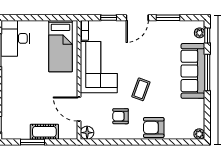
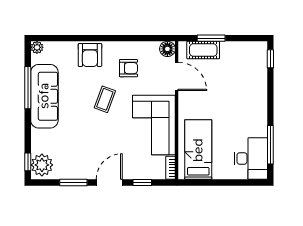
plant: (200, 33) -> (42, 165), width x1.87, depth x1.87
sofa: (193, 71) -> (44, 96), moved
window: (207, 72) -> (28, 88), moved
armchair: (154, 128) -> (90, 55), turned 90
cot: (44, 132) -> (203, 50), moved
window: (32, 142) -> (211, 38), moved

